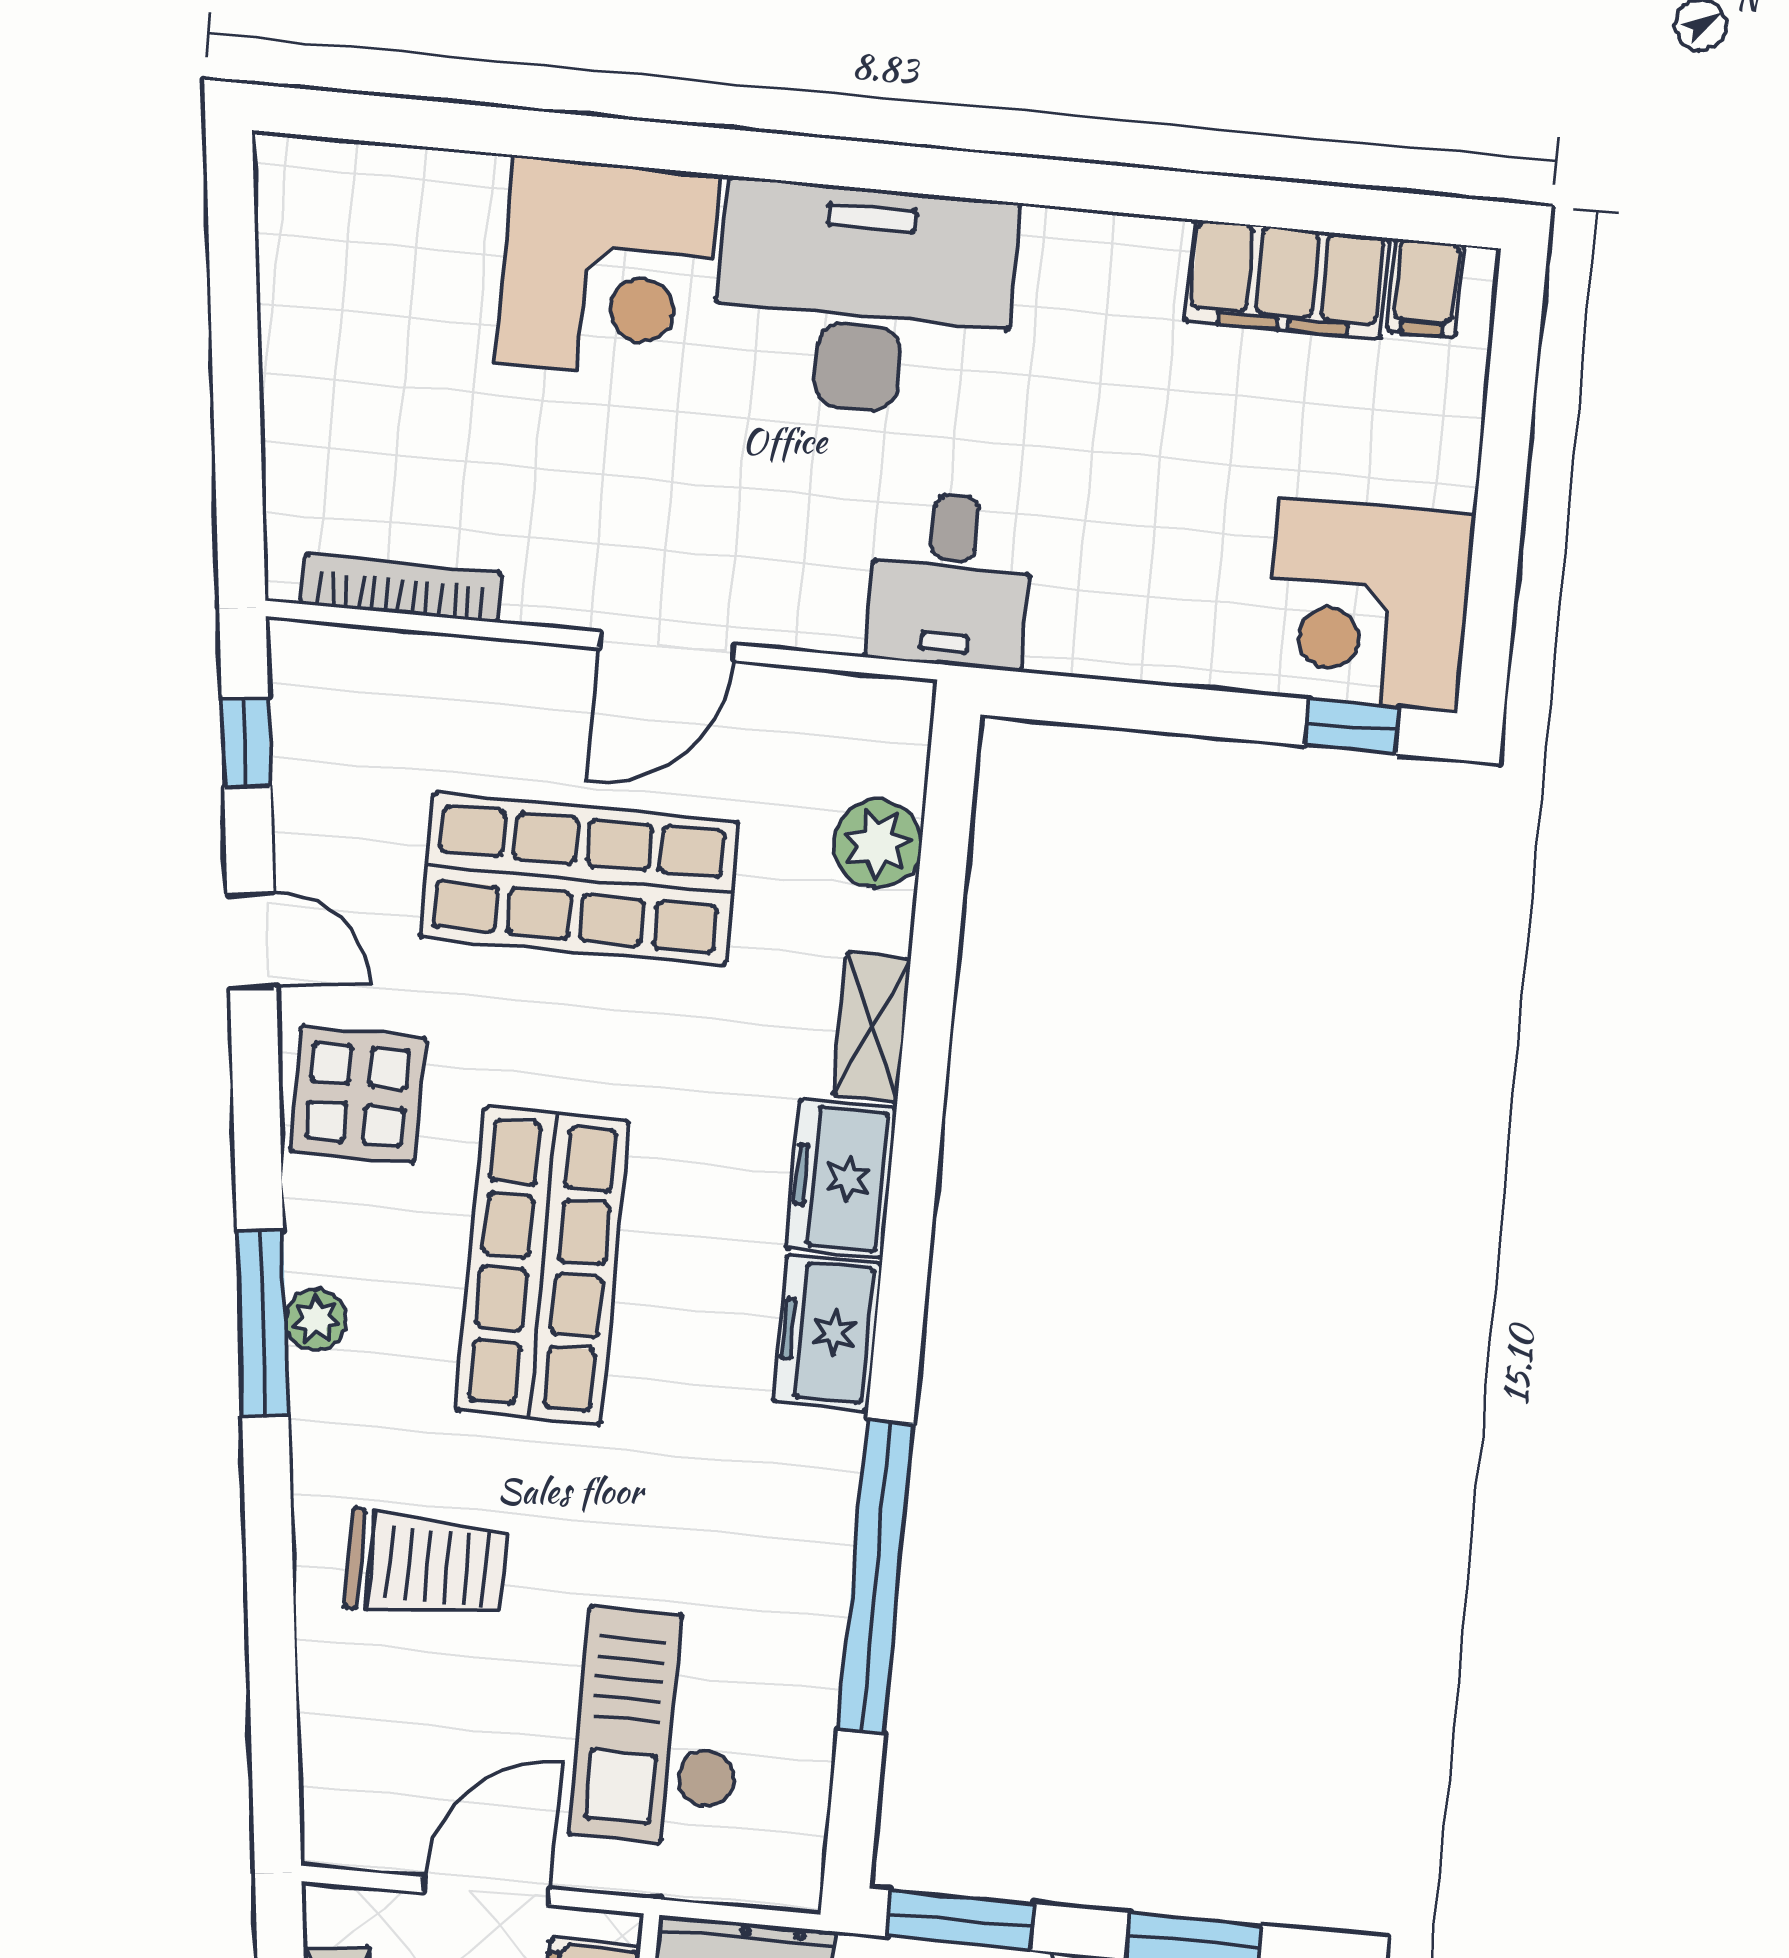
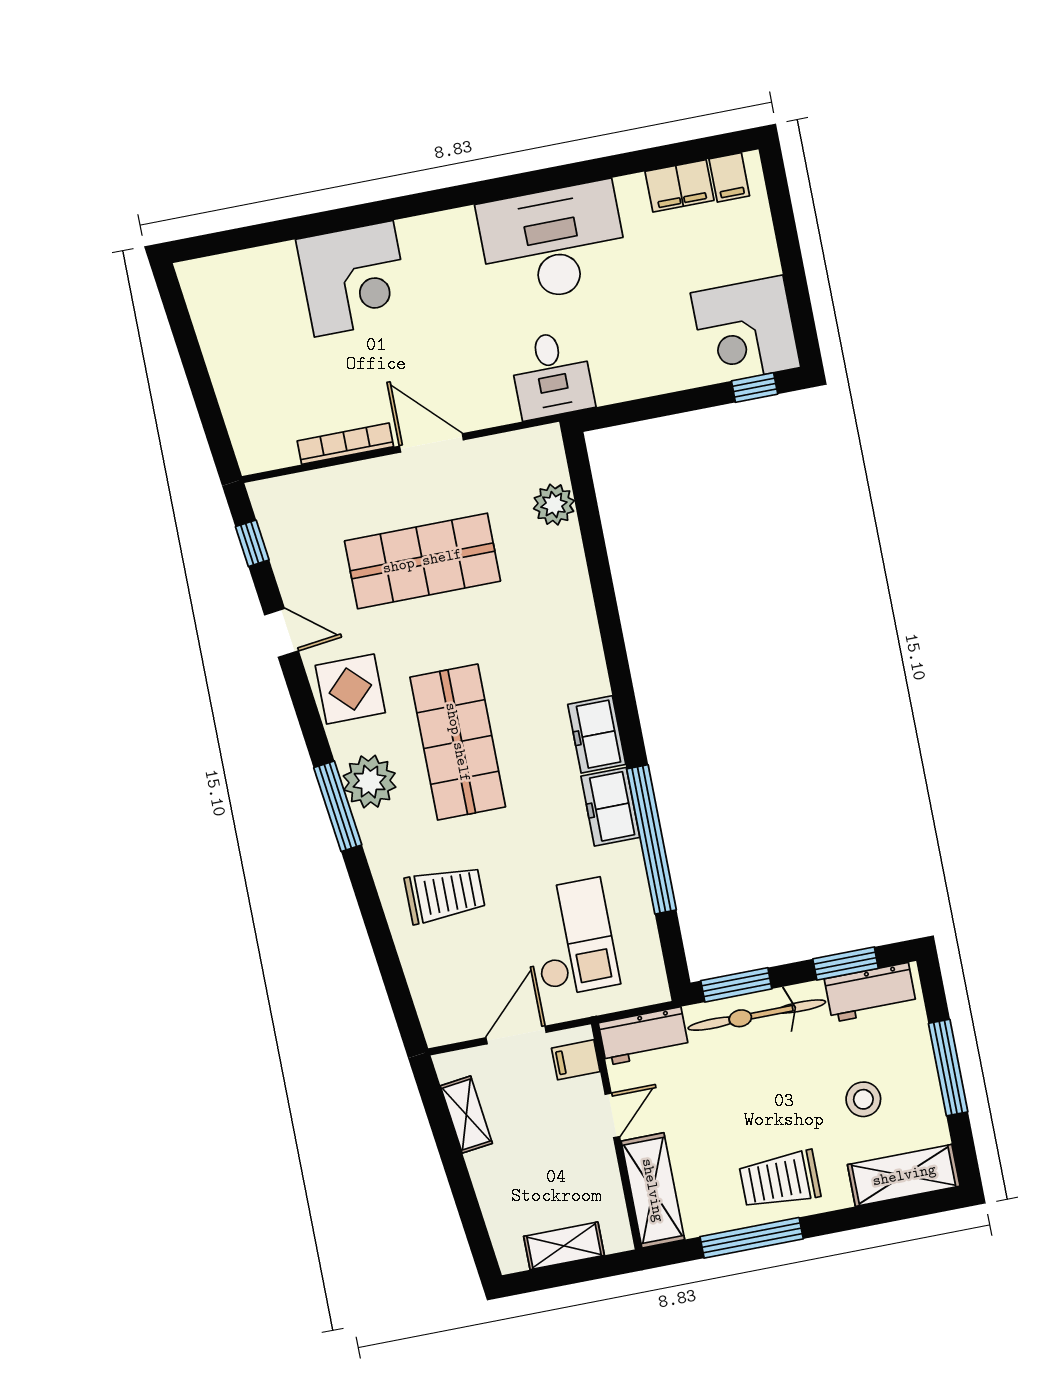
filing cabinet: (1287, 279) -> (679, 186), width x0.67, depth x0.86
desk: (864, 299) -> (553, 243), moved
bookcase: (401, 588) -> (345, 444), moved
door: (667, 646) -> (431, 443), swing flipped
shelving: (872, 1028) -> (576, 589), removed
freezer: (841, 1178) -> (610, 807), moved
plant: (316, 1320) -> (370, 782), width x1.87, depth x1.87
checkout: (659, 1728) -> (573, 937), turned 180

